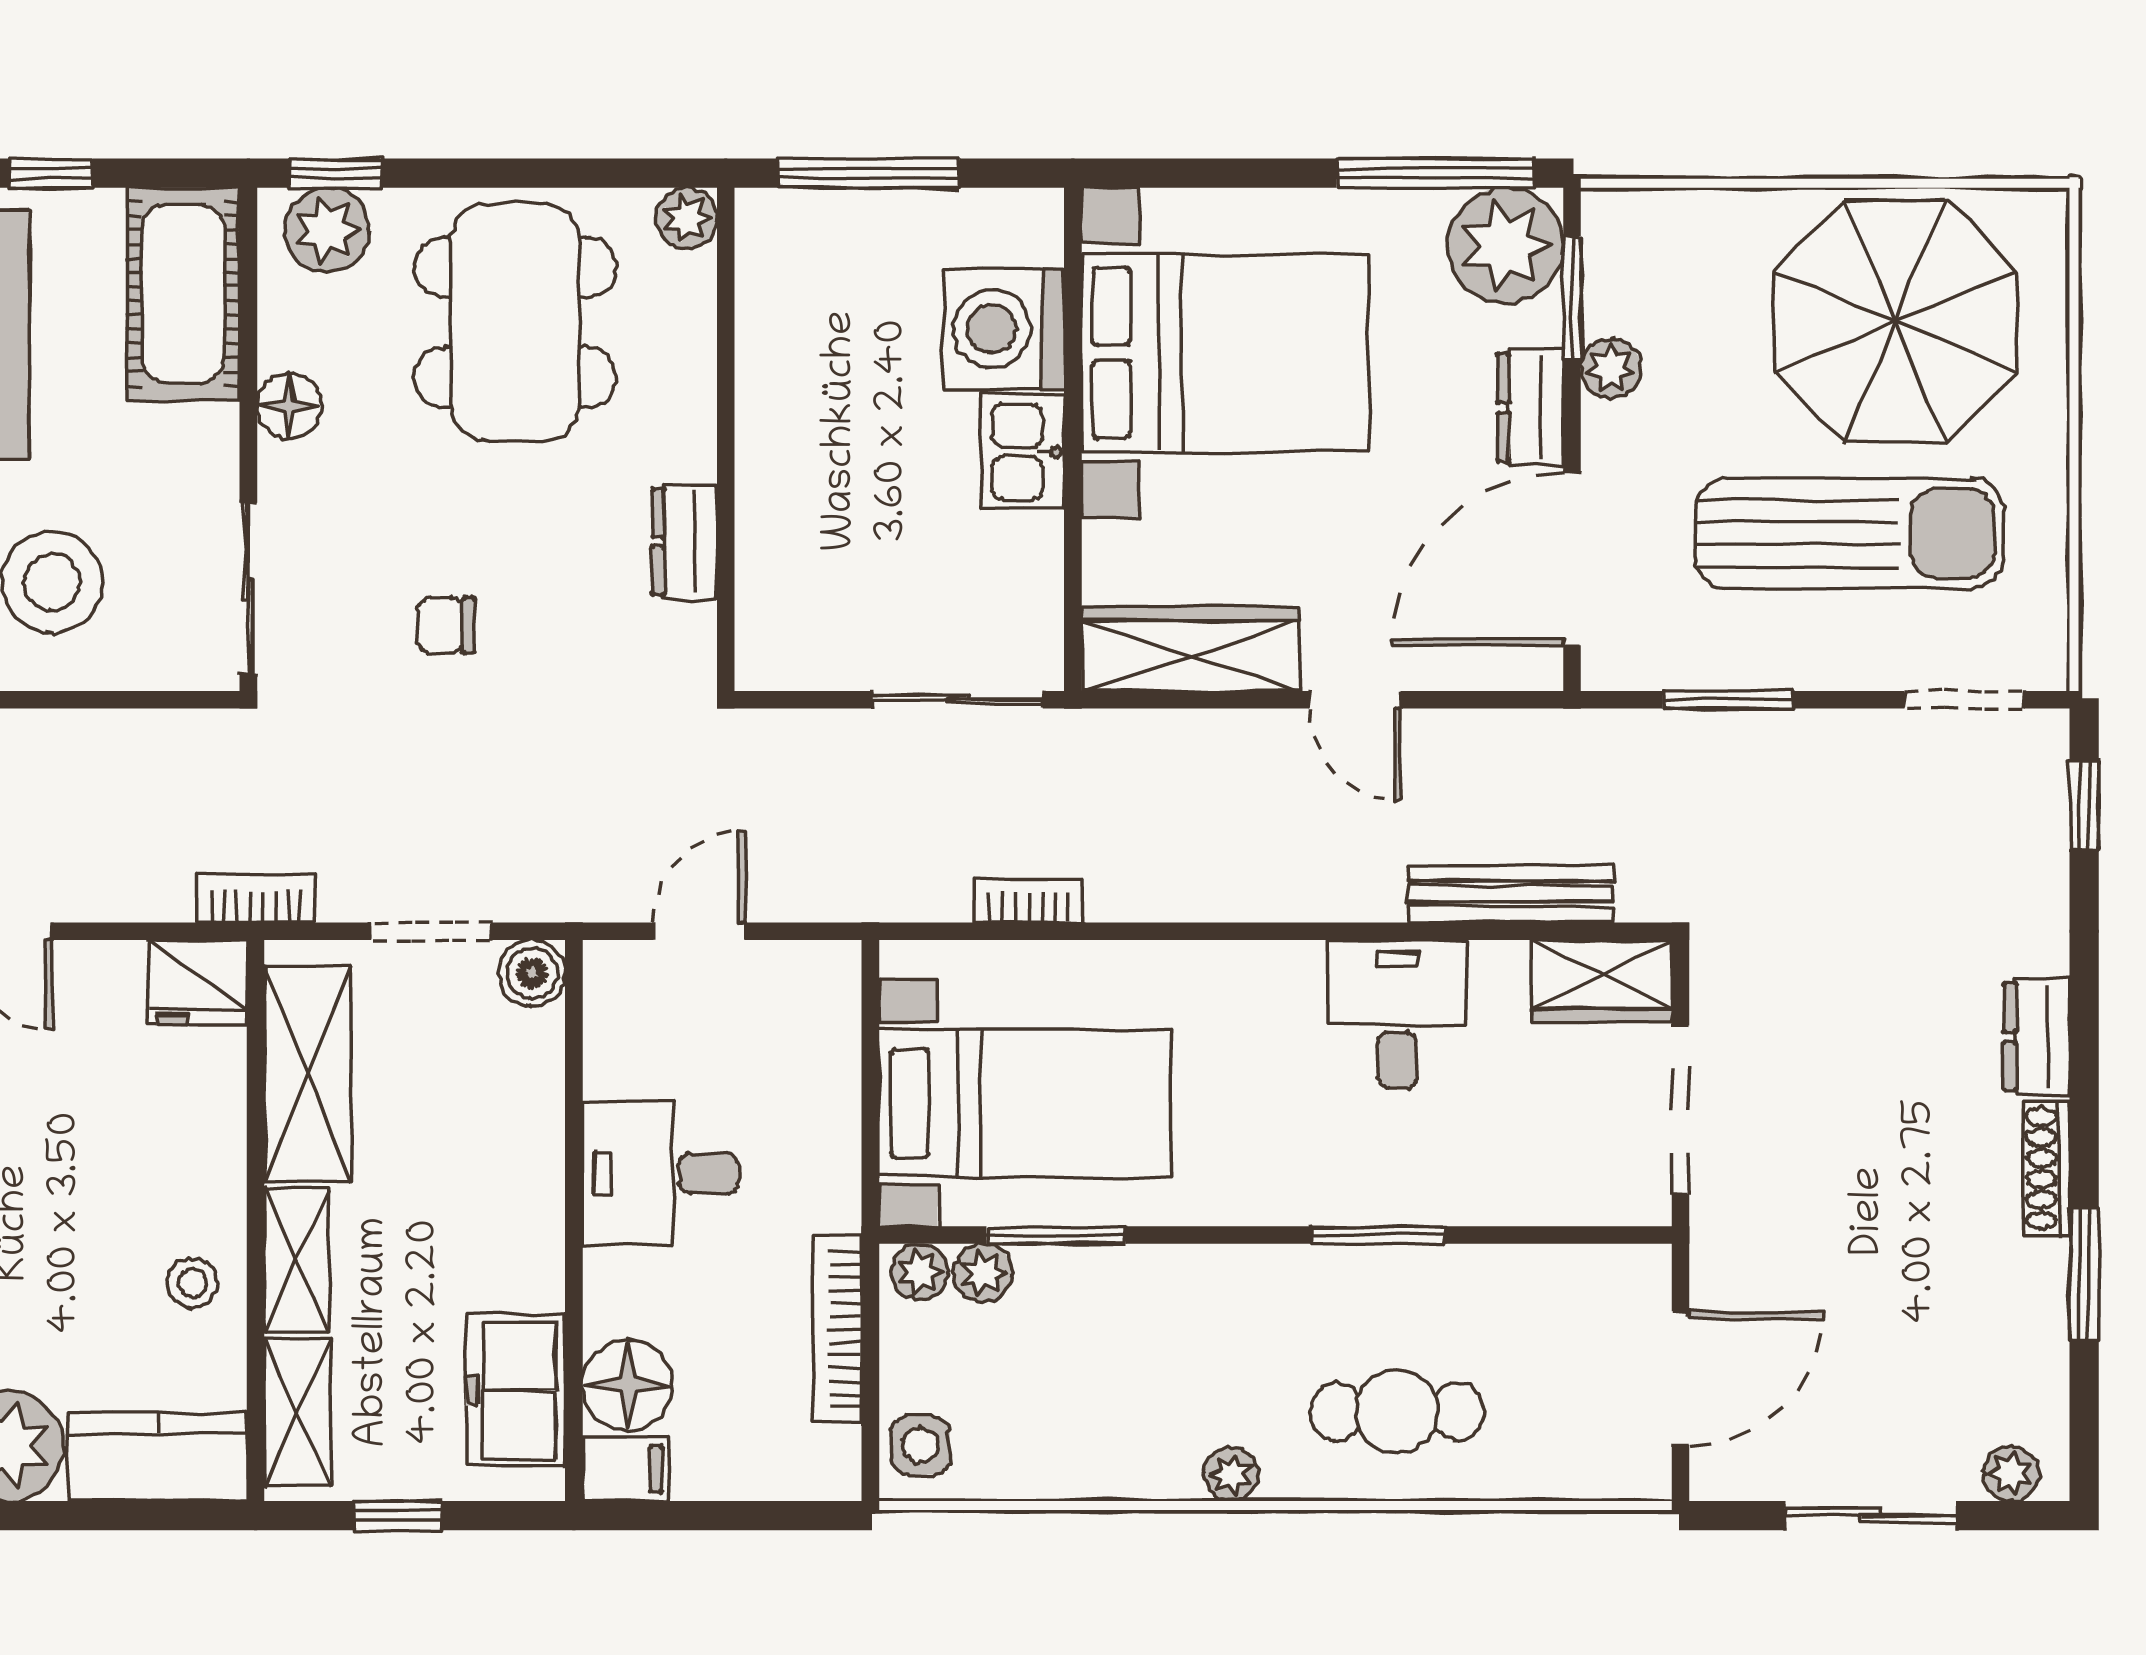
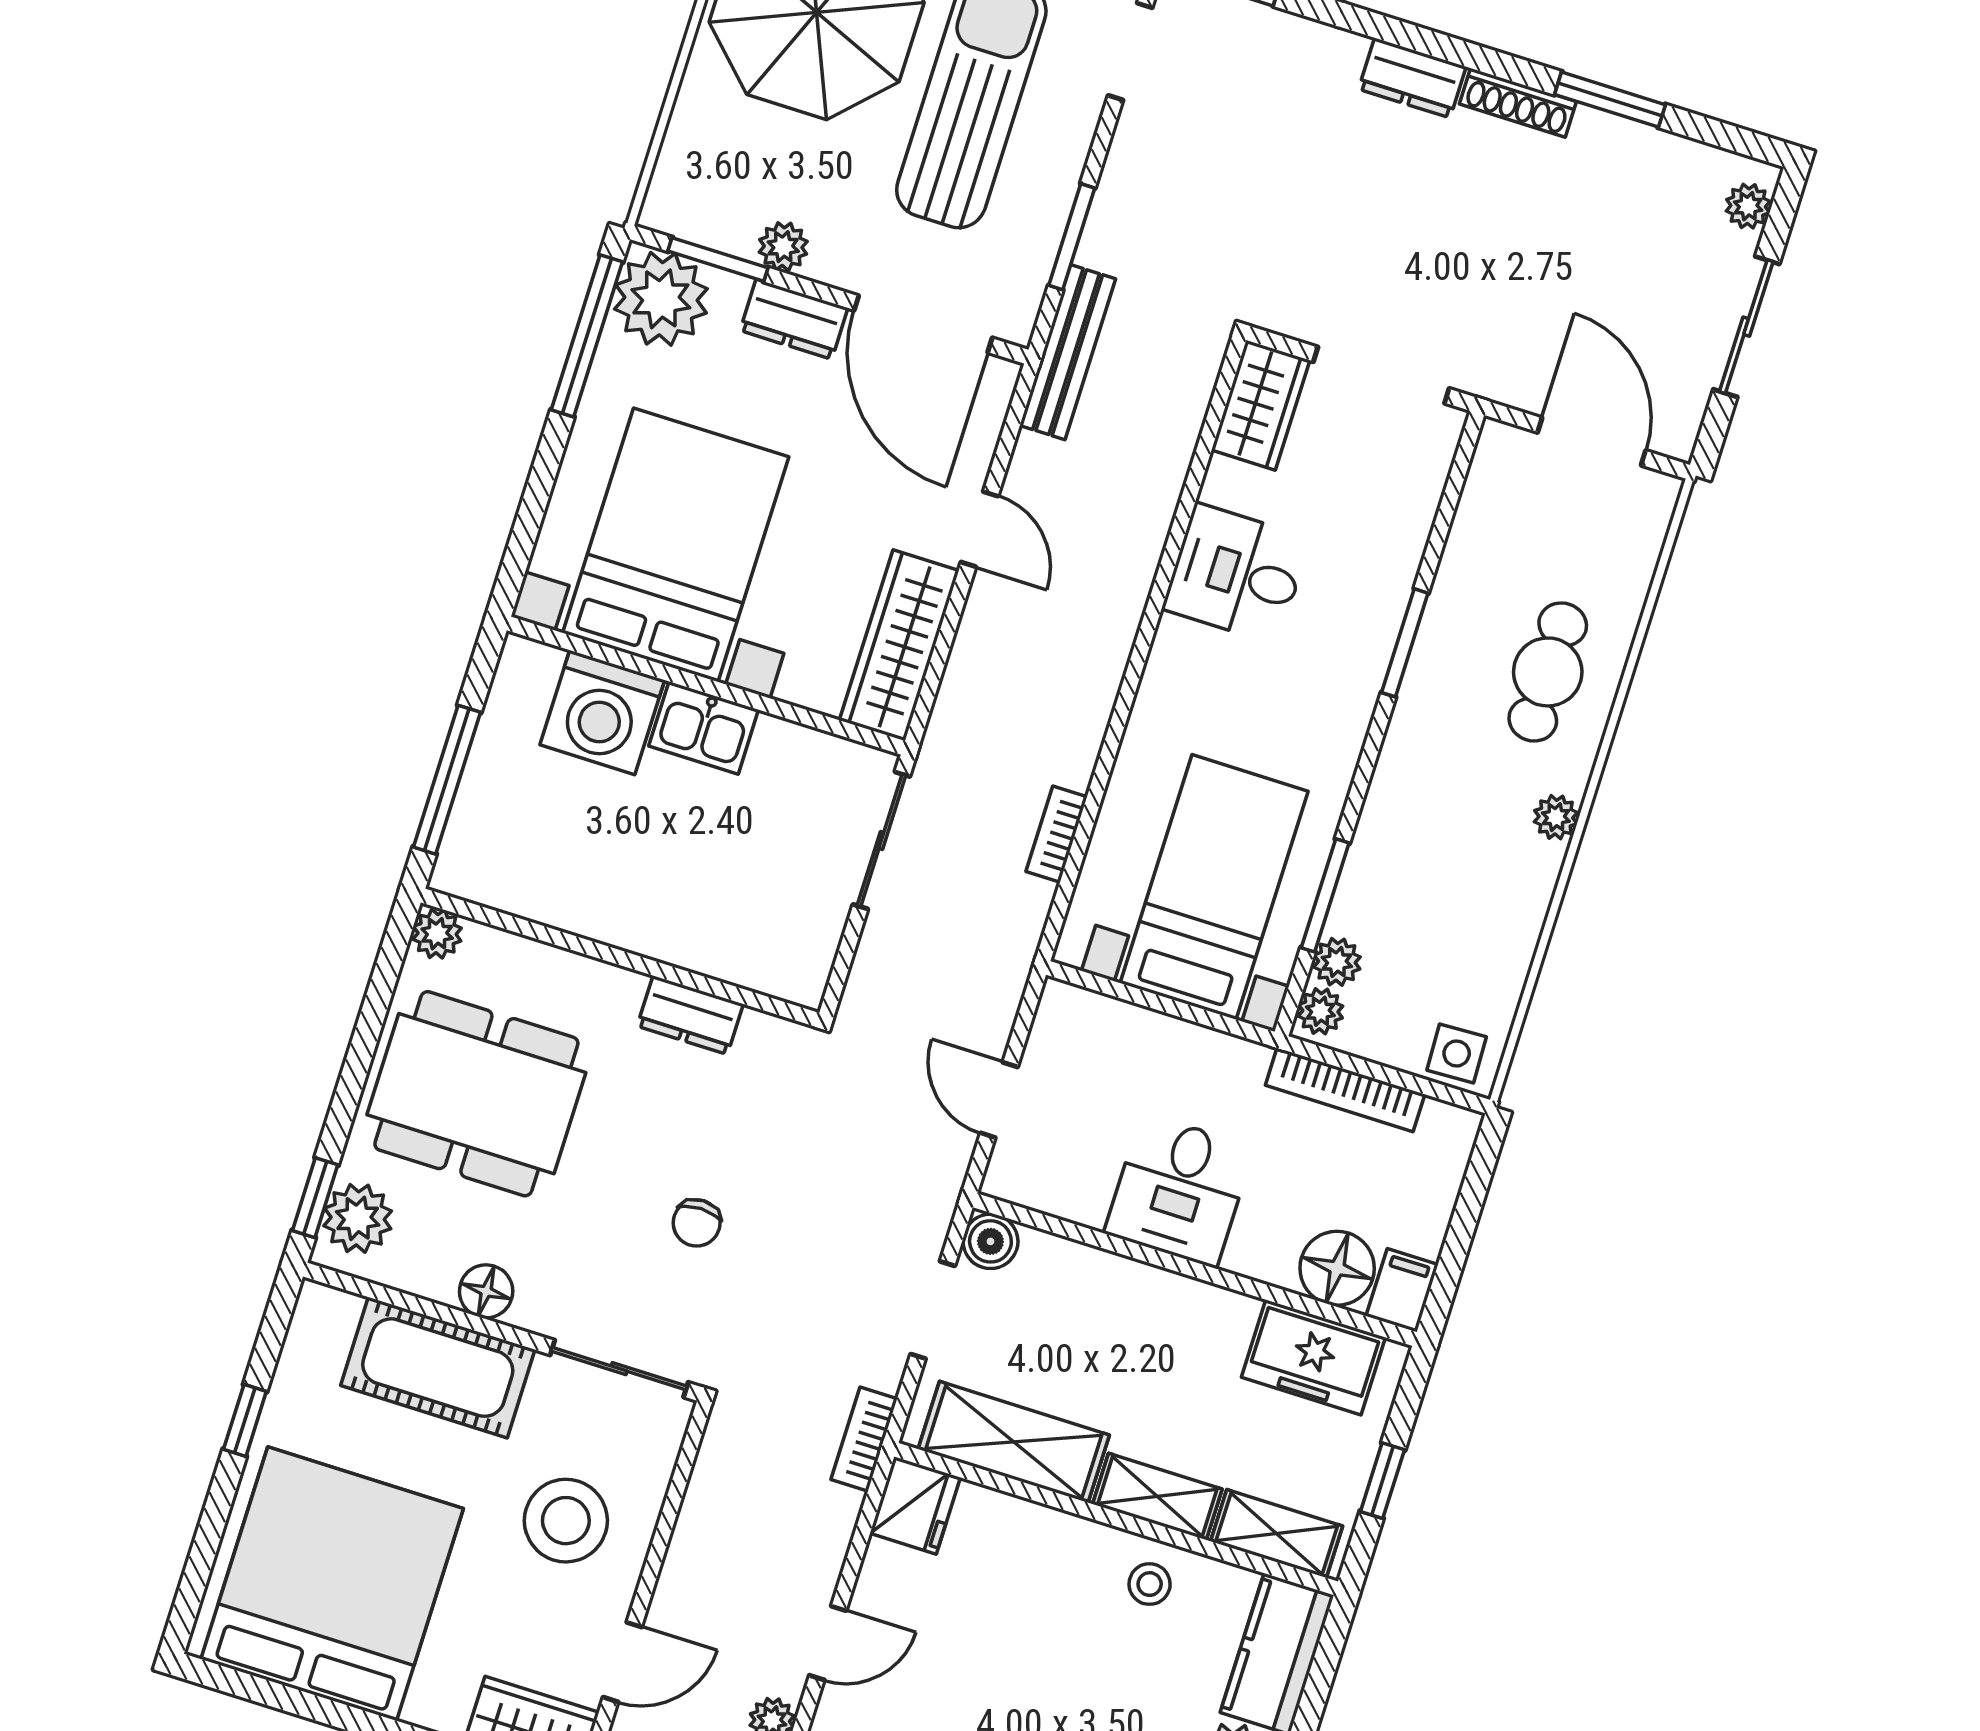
cot: (183, 294) -> (438, 1368), moved
door: (1355, 700) -> (980, 529), hinge flipped
bench: (1510, 894) -> (1068, 352), moved

